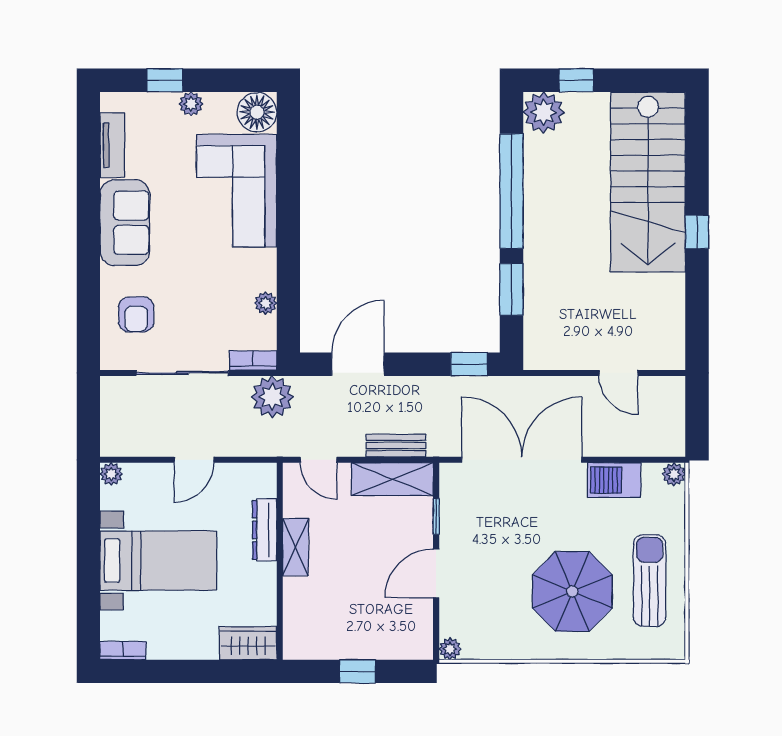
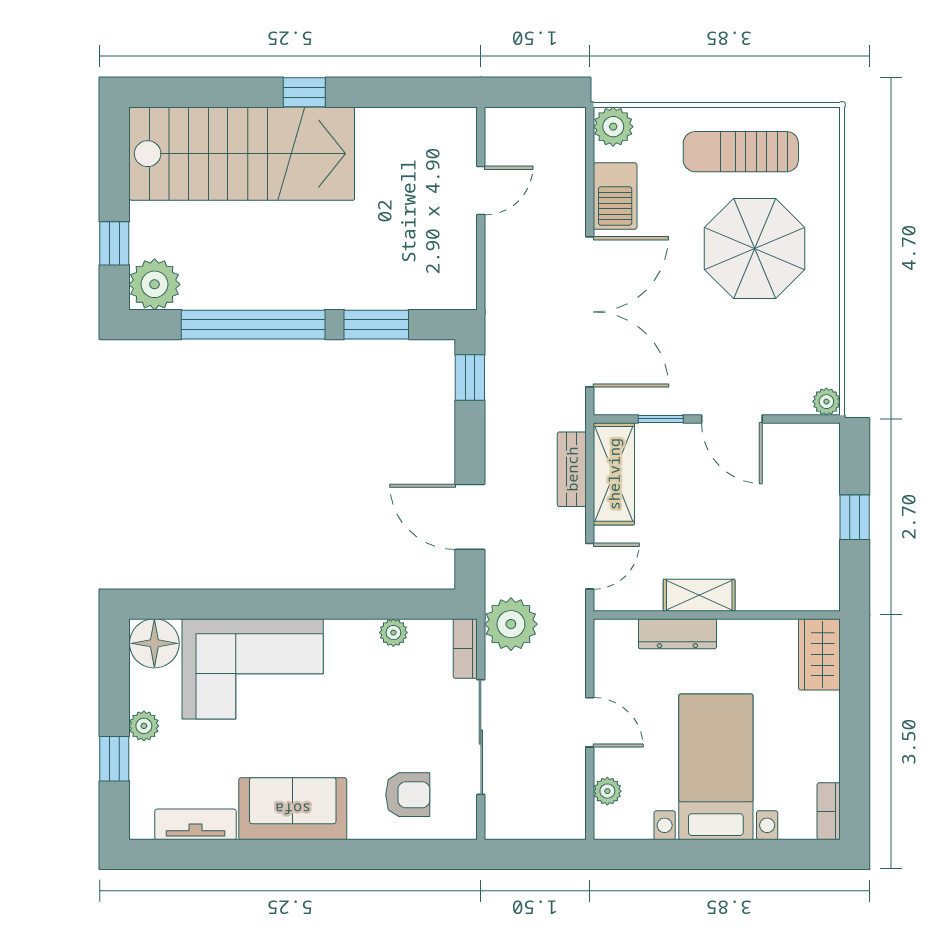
double door: (522, 460) -> (590, 312), swing flipped
plant: (111, 474) -> (607, 791), moved
plant: (674, 474) -> (613, 127), width x1.38, depth x1.38

